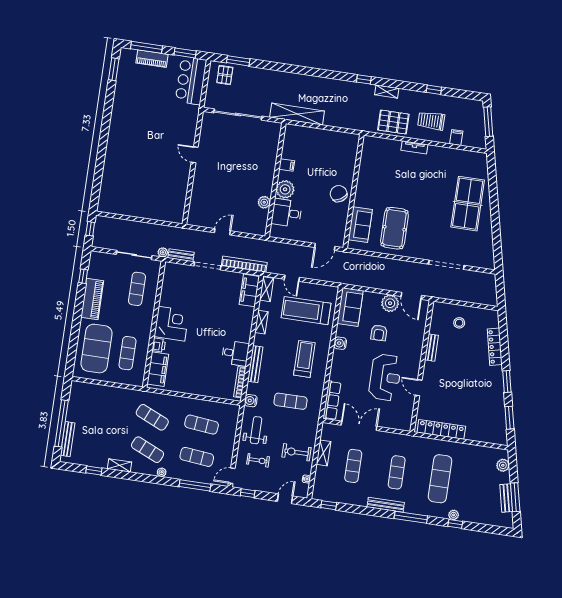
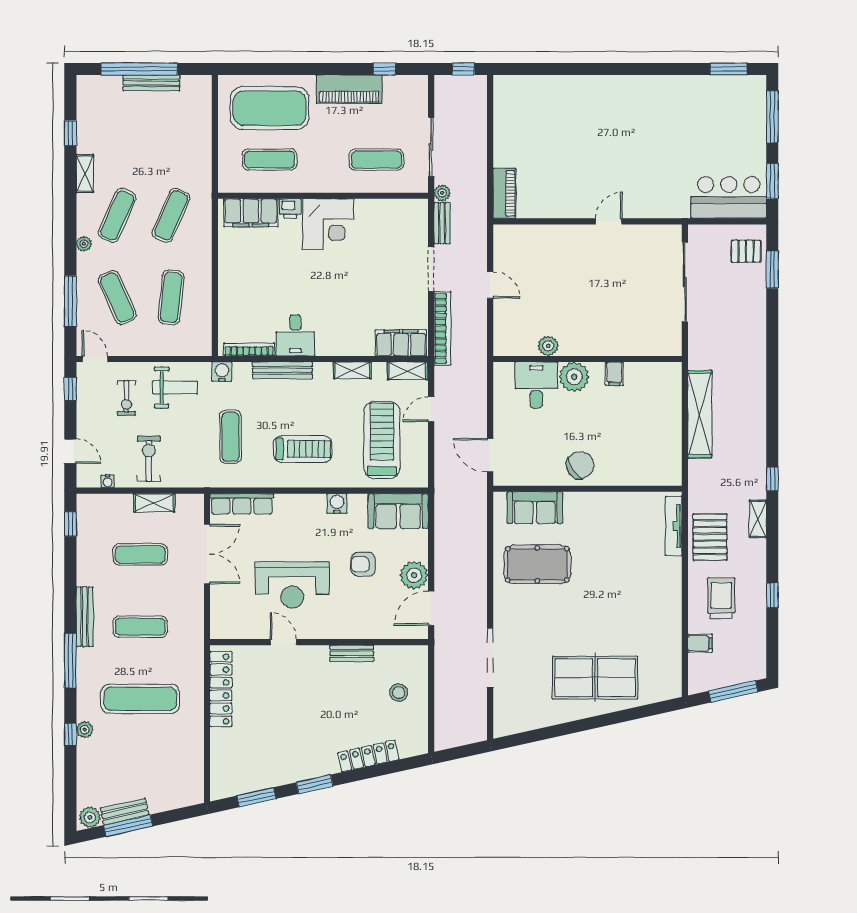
piano: (152, 59) -> (504, 193), moved, turned 180
shelving: (297, 114) -> (700, 414), moved
tv unit: (414, 147) -> (674, 526), moved, width x1.41
door: (419, 388) -> (283, 642), hinge flipped
bench: (68, 439) -> (151, 83), moved
exercise mat: (197, 457) -> (117, 297), turned -30
plant: (503, 465) -> (90, 817), moved

